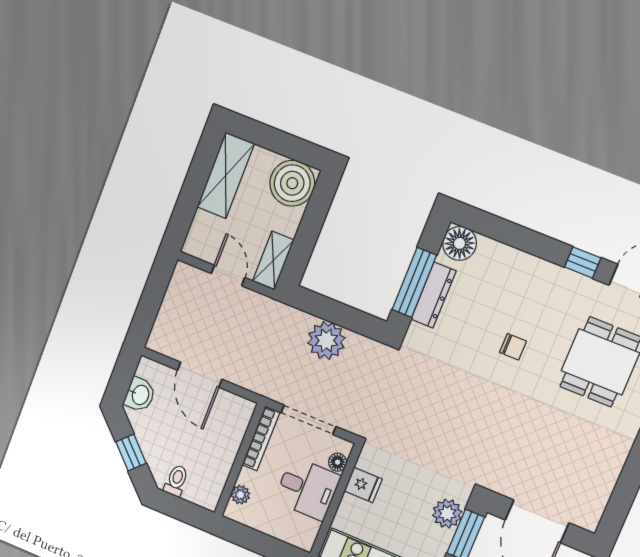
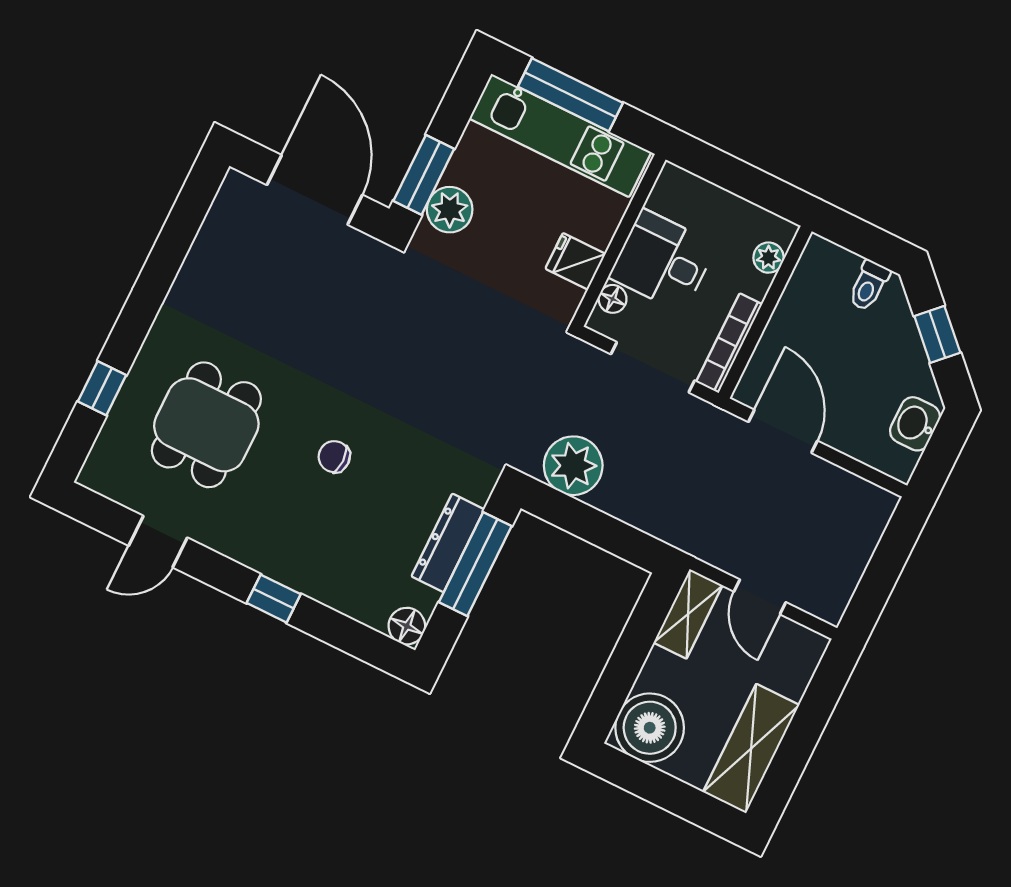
floor lamp: (460, 243) -> (407, 626), width x0.73, depth x0.73
window: (583, 262) -> (274, 599), moved
plant: (326, 341) -> (573, 466), moved
door: (200, 375) -> (783, 431), moved

